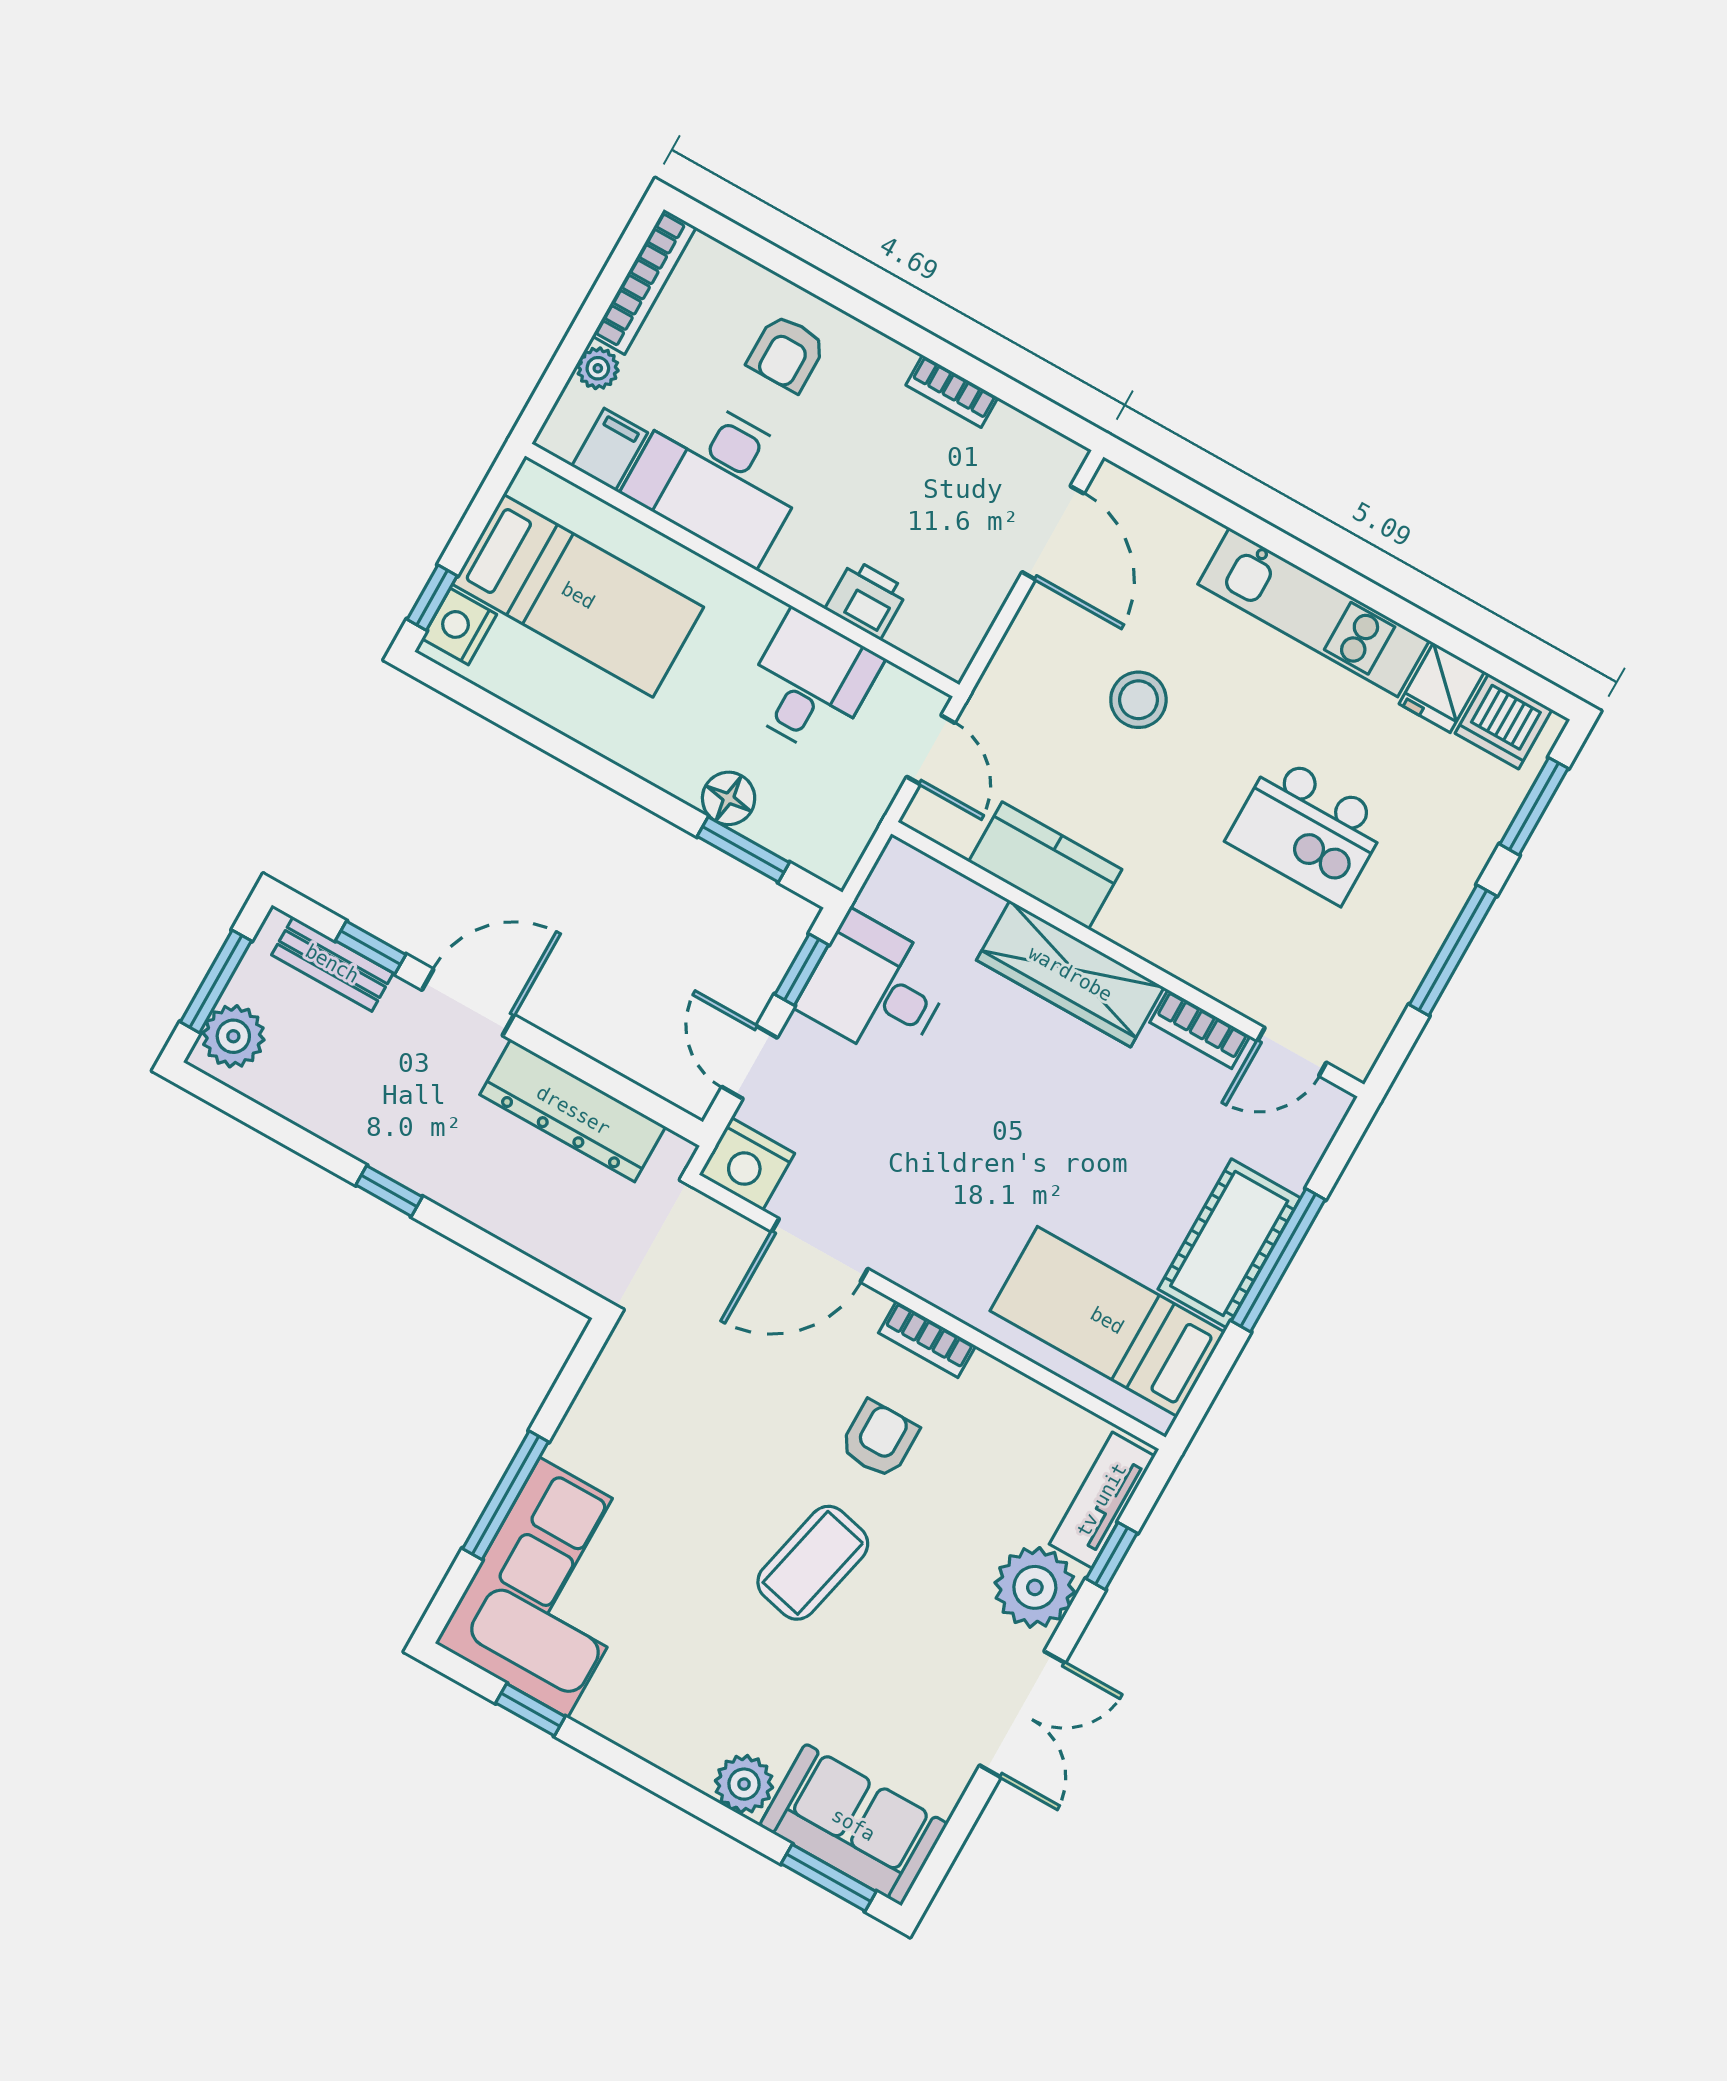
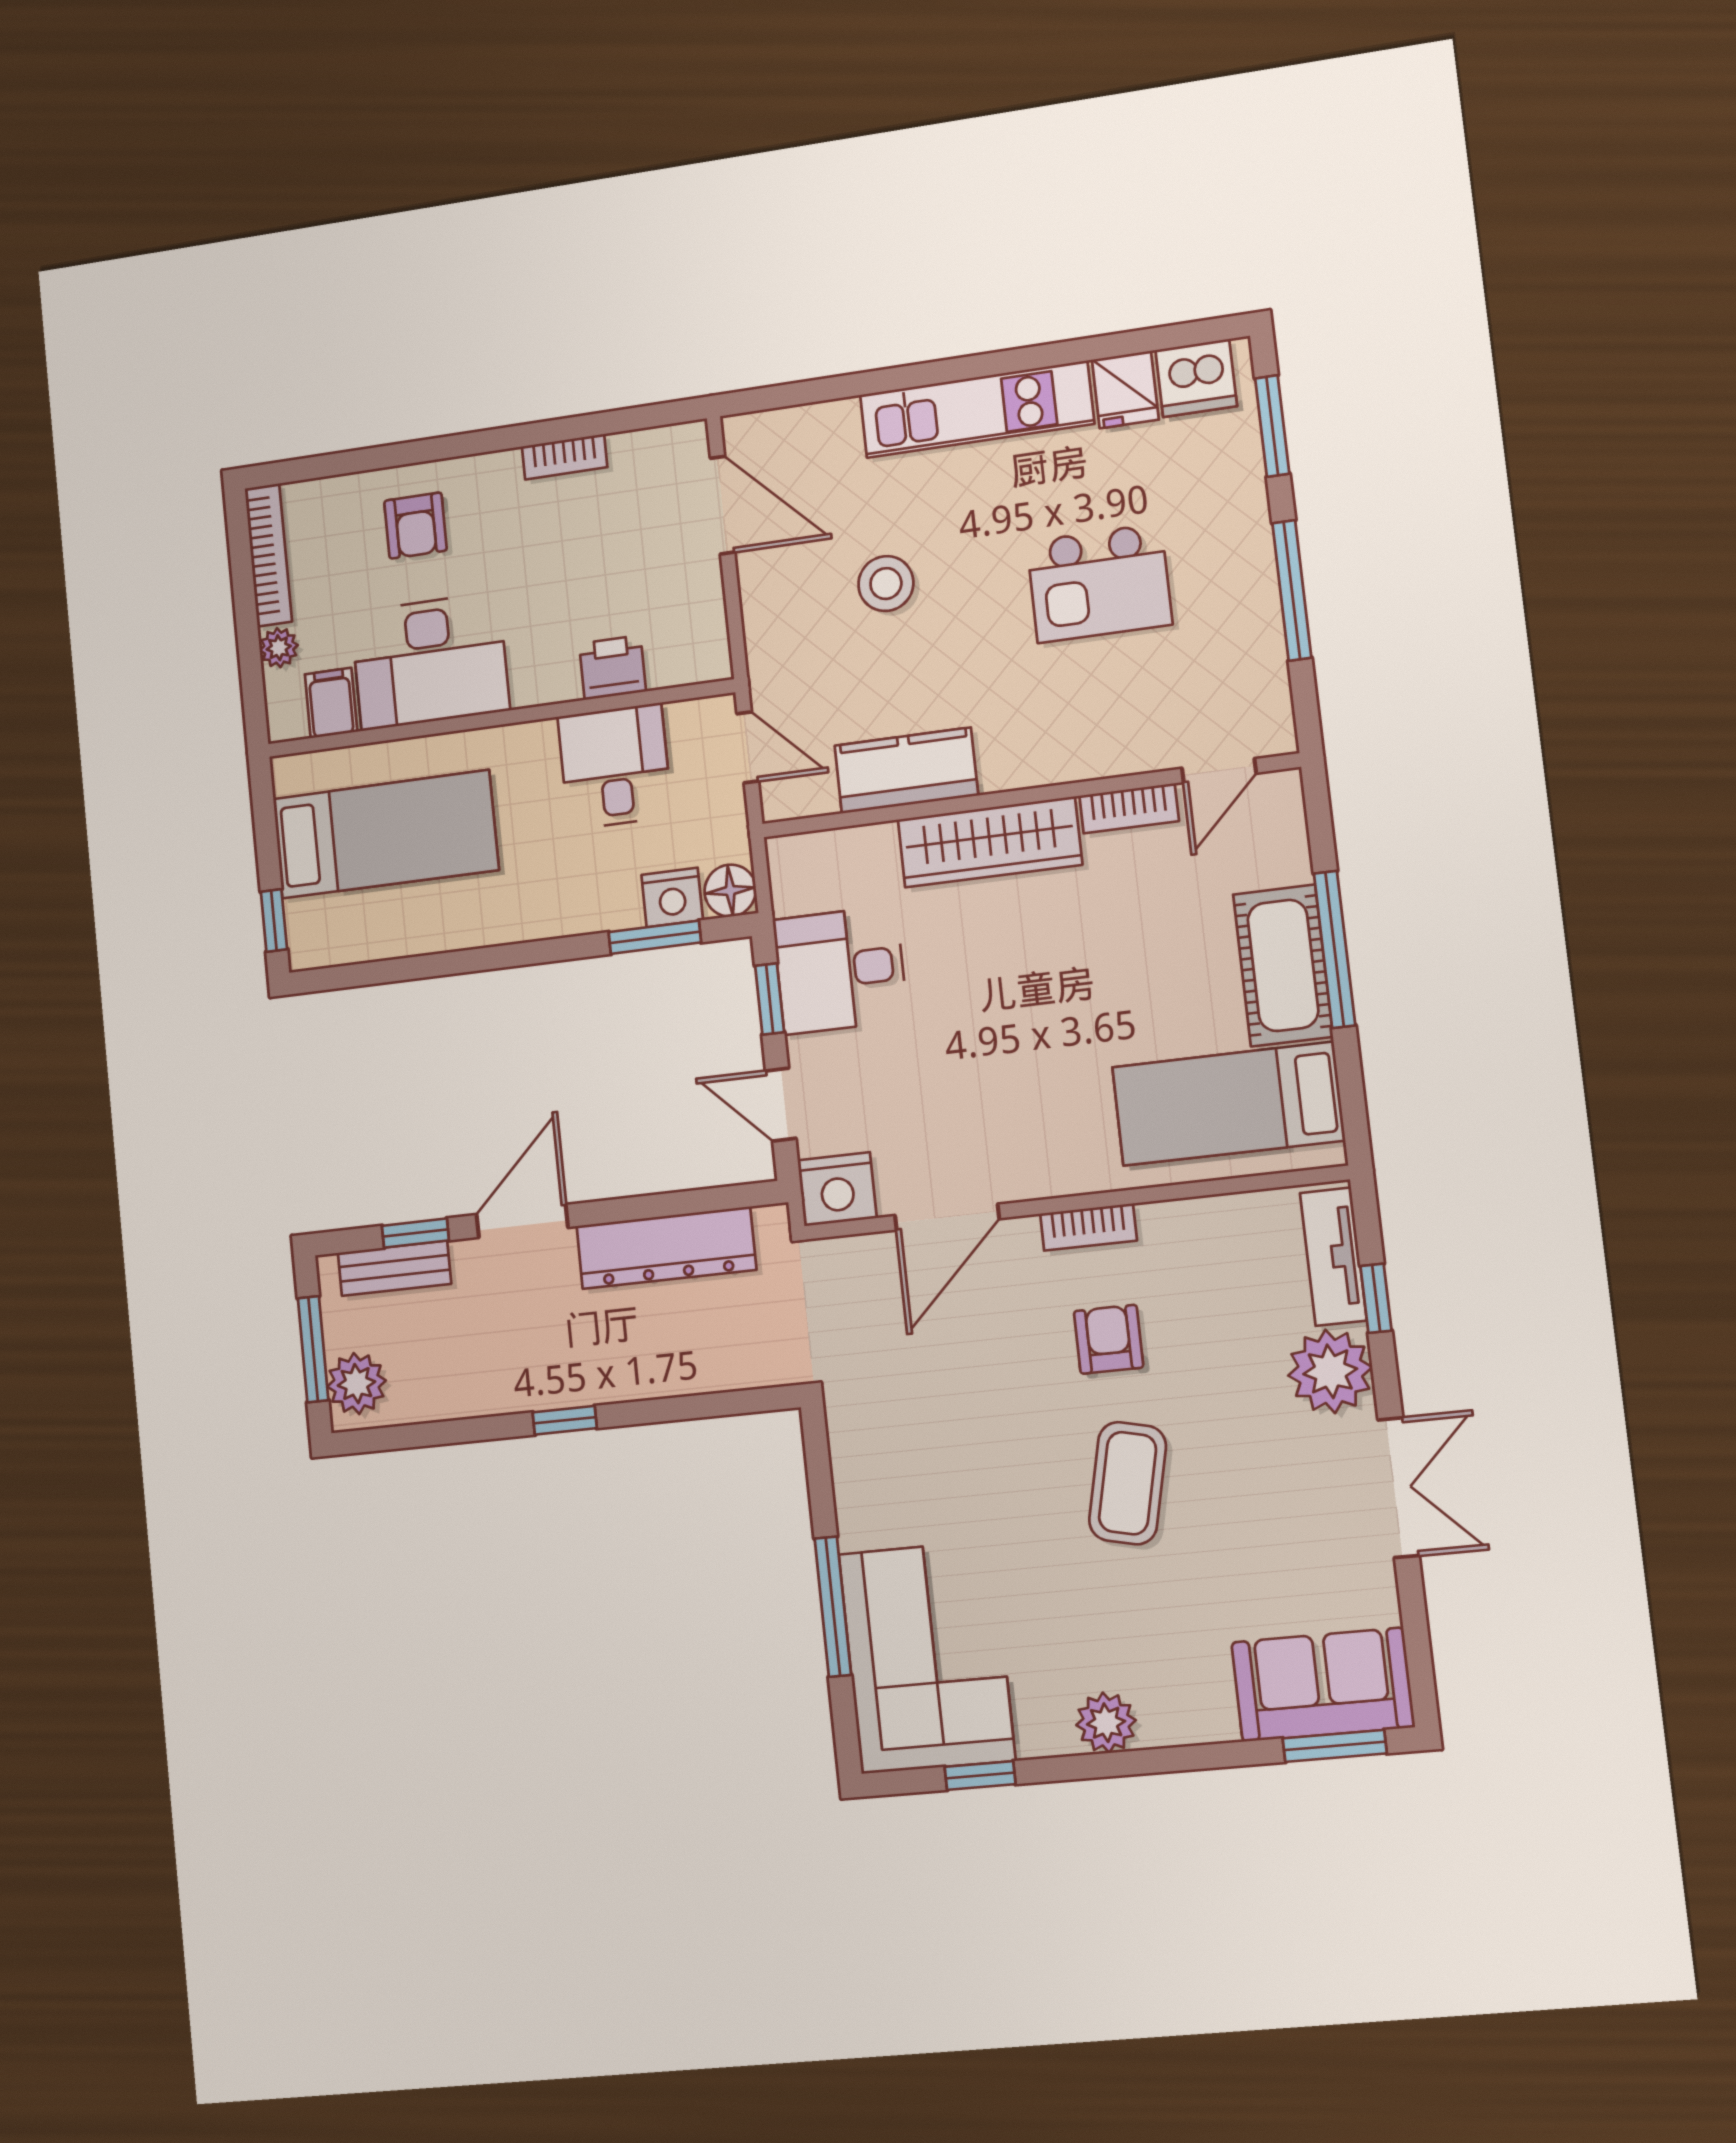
nightstand: (459, 627) -> (672, 897), moved, turned -90
floor lamp: (729, 798) -> (730, 891), moved
plant: (744, 1784) -> (1106, 1723), moved

